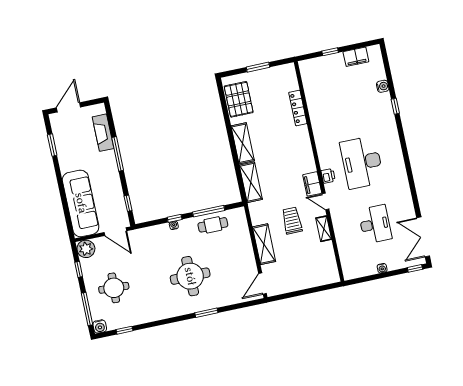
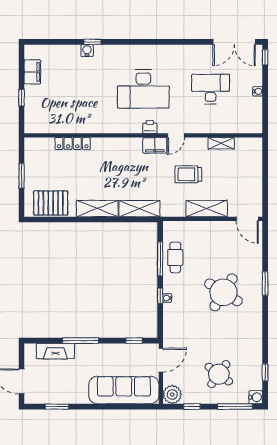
water cooler: (383, 86) -> (87, 51), moved
shelving: (324, 229) -> (221, 143), moved
round table: (190, 276) -> (224, 292), turned 32
round table: (114, 288) -> (219, 374), turned 33

